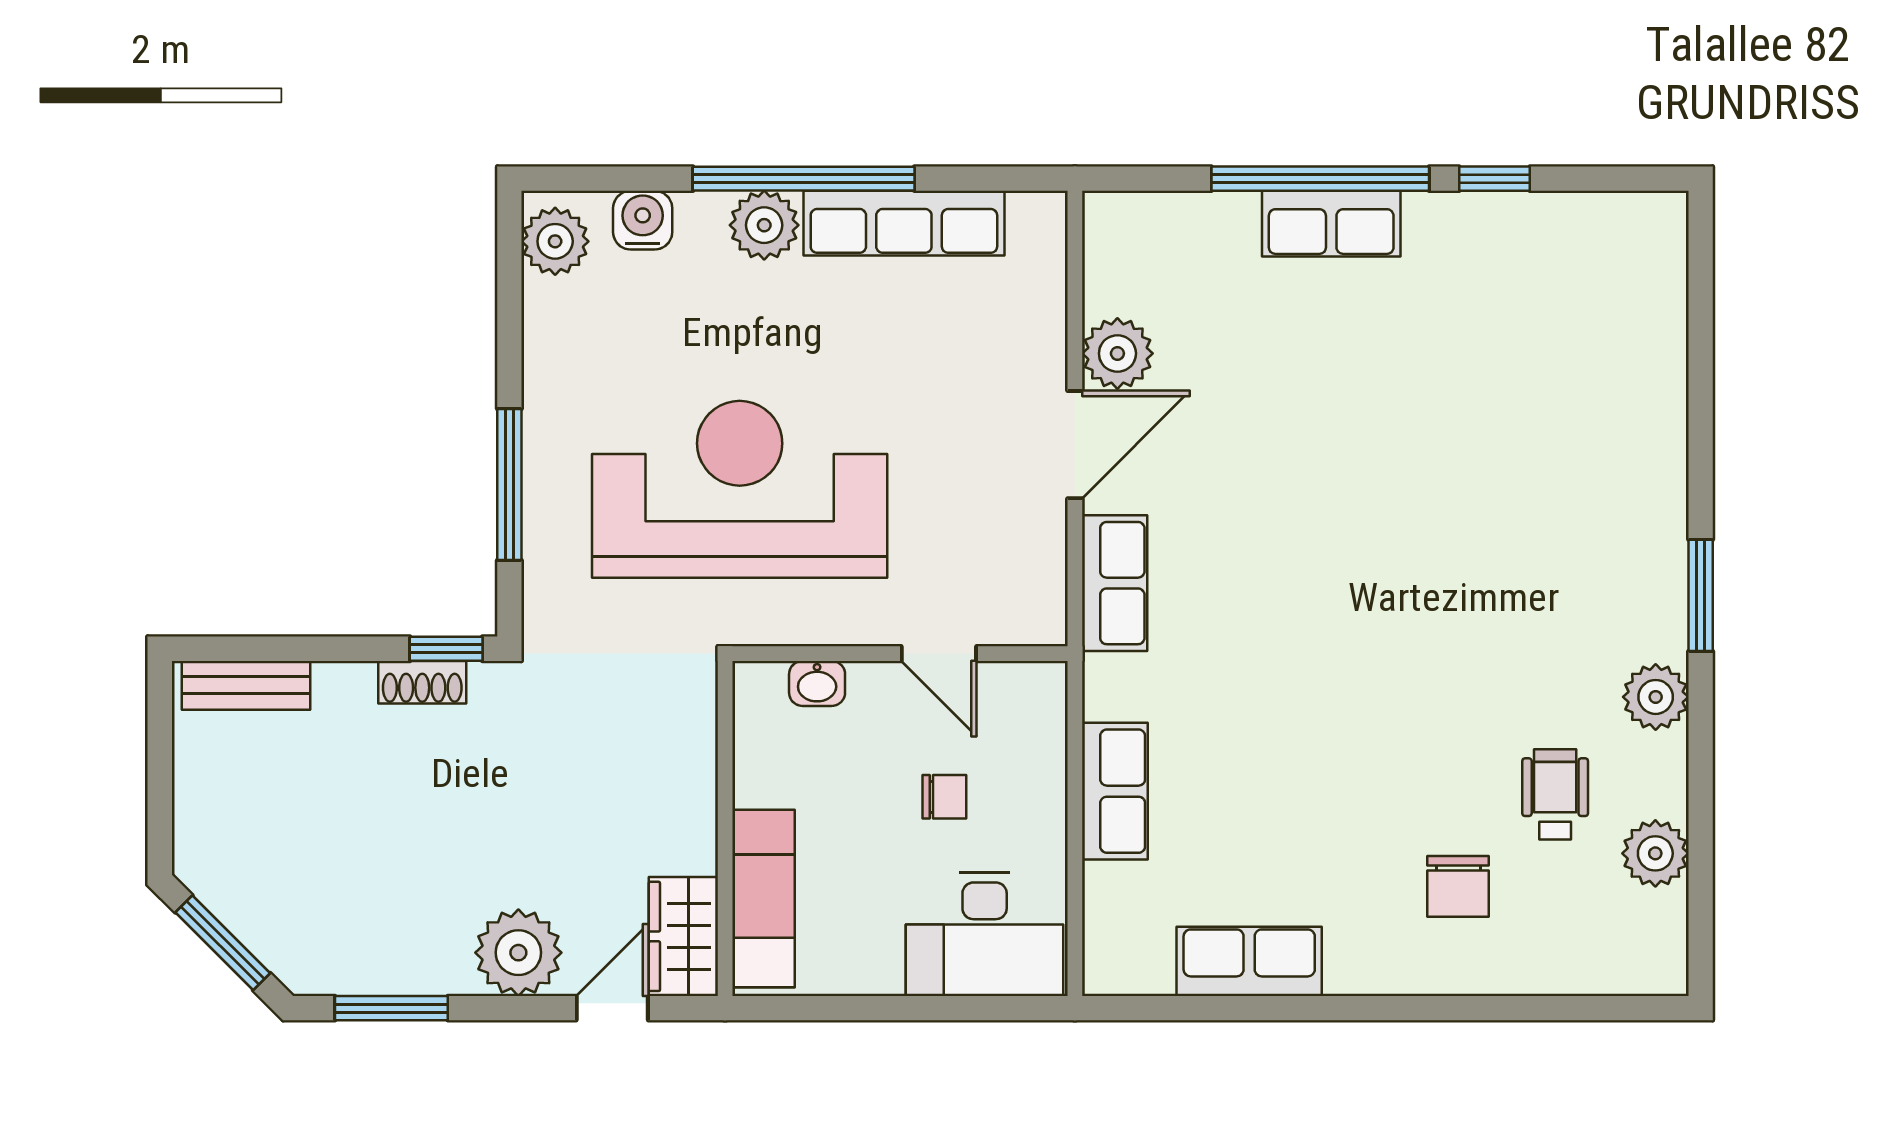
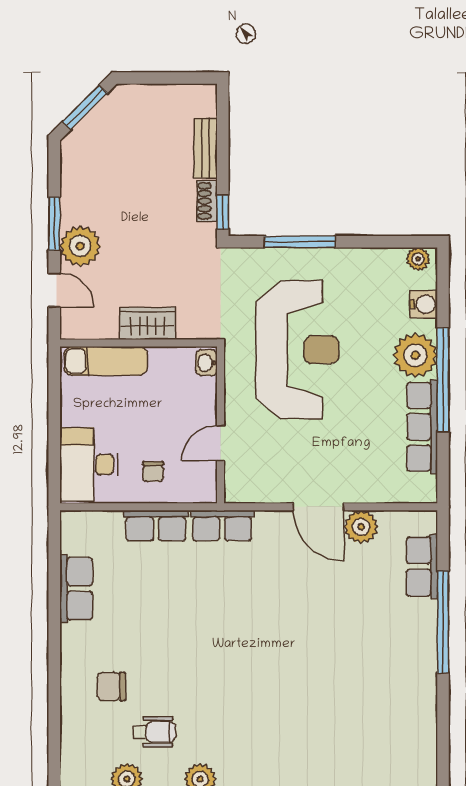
window: (1495, 179) -> (443, 704), removed
row of seats: (1331, 224) -> (422, 567), moved
plant: (764, 225) -> (415, 355), width x1.36, depth x1.36
plant: (555, 241) -> (418, 259), width x0.73, depth x0.73
row of seats: (1115, 583) -> (222, 525), moved
washbasin: (817, 683) -> (206, 363), moved
bench: (246, 685) -> (206, 148), moved
chair: (944, 797) -> (153, 471), moved
wardrobe: (683, 936) -> (148, 323), moved
window: (391, 1008) -> (54, 224), moved

